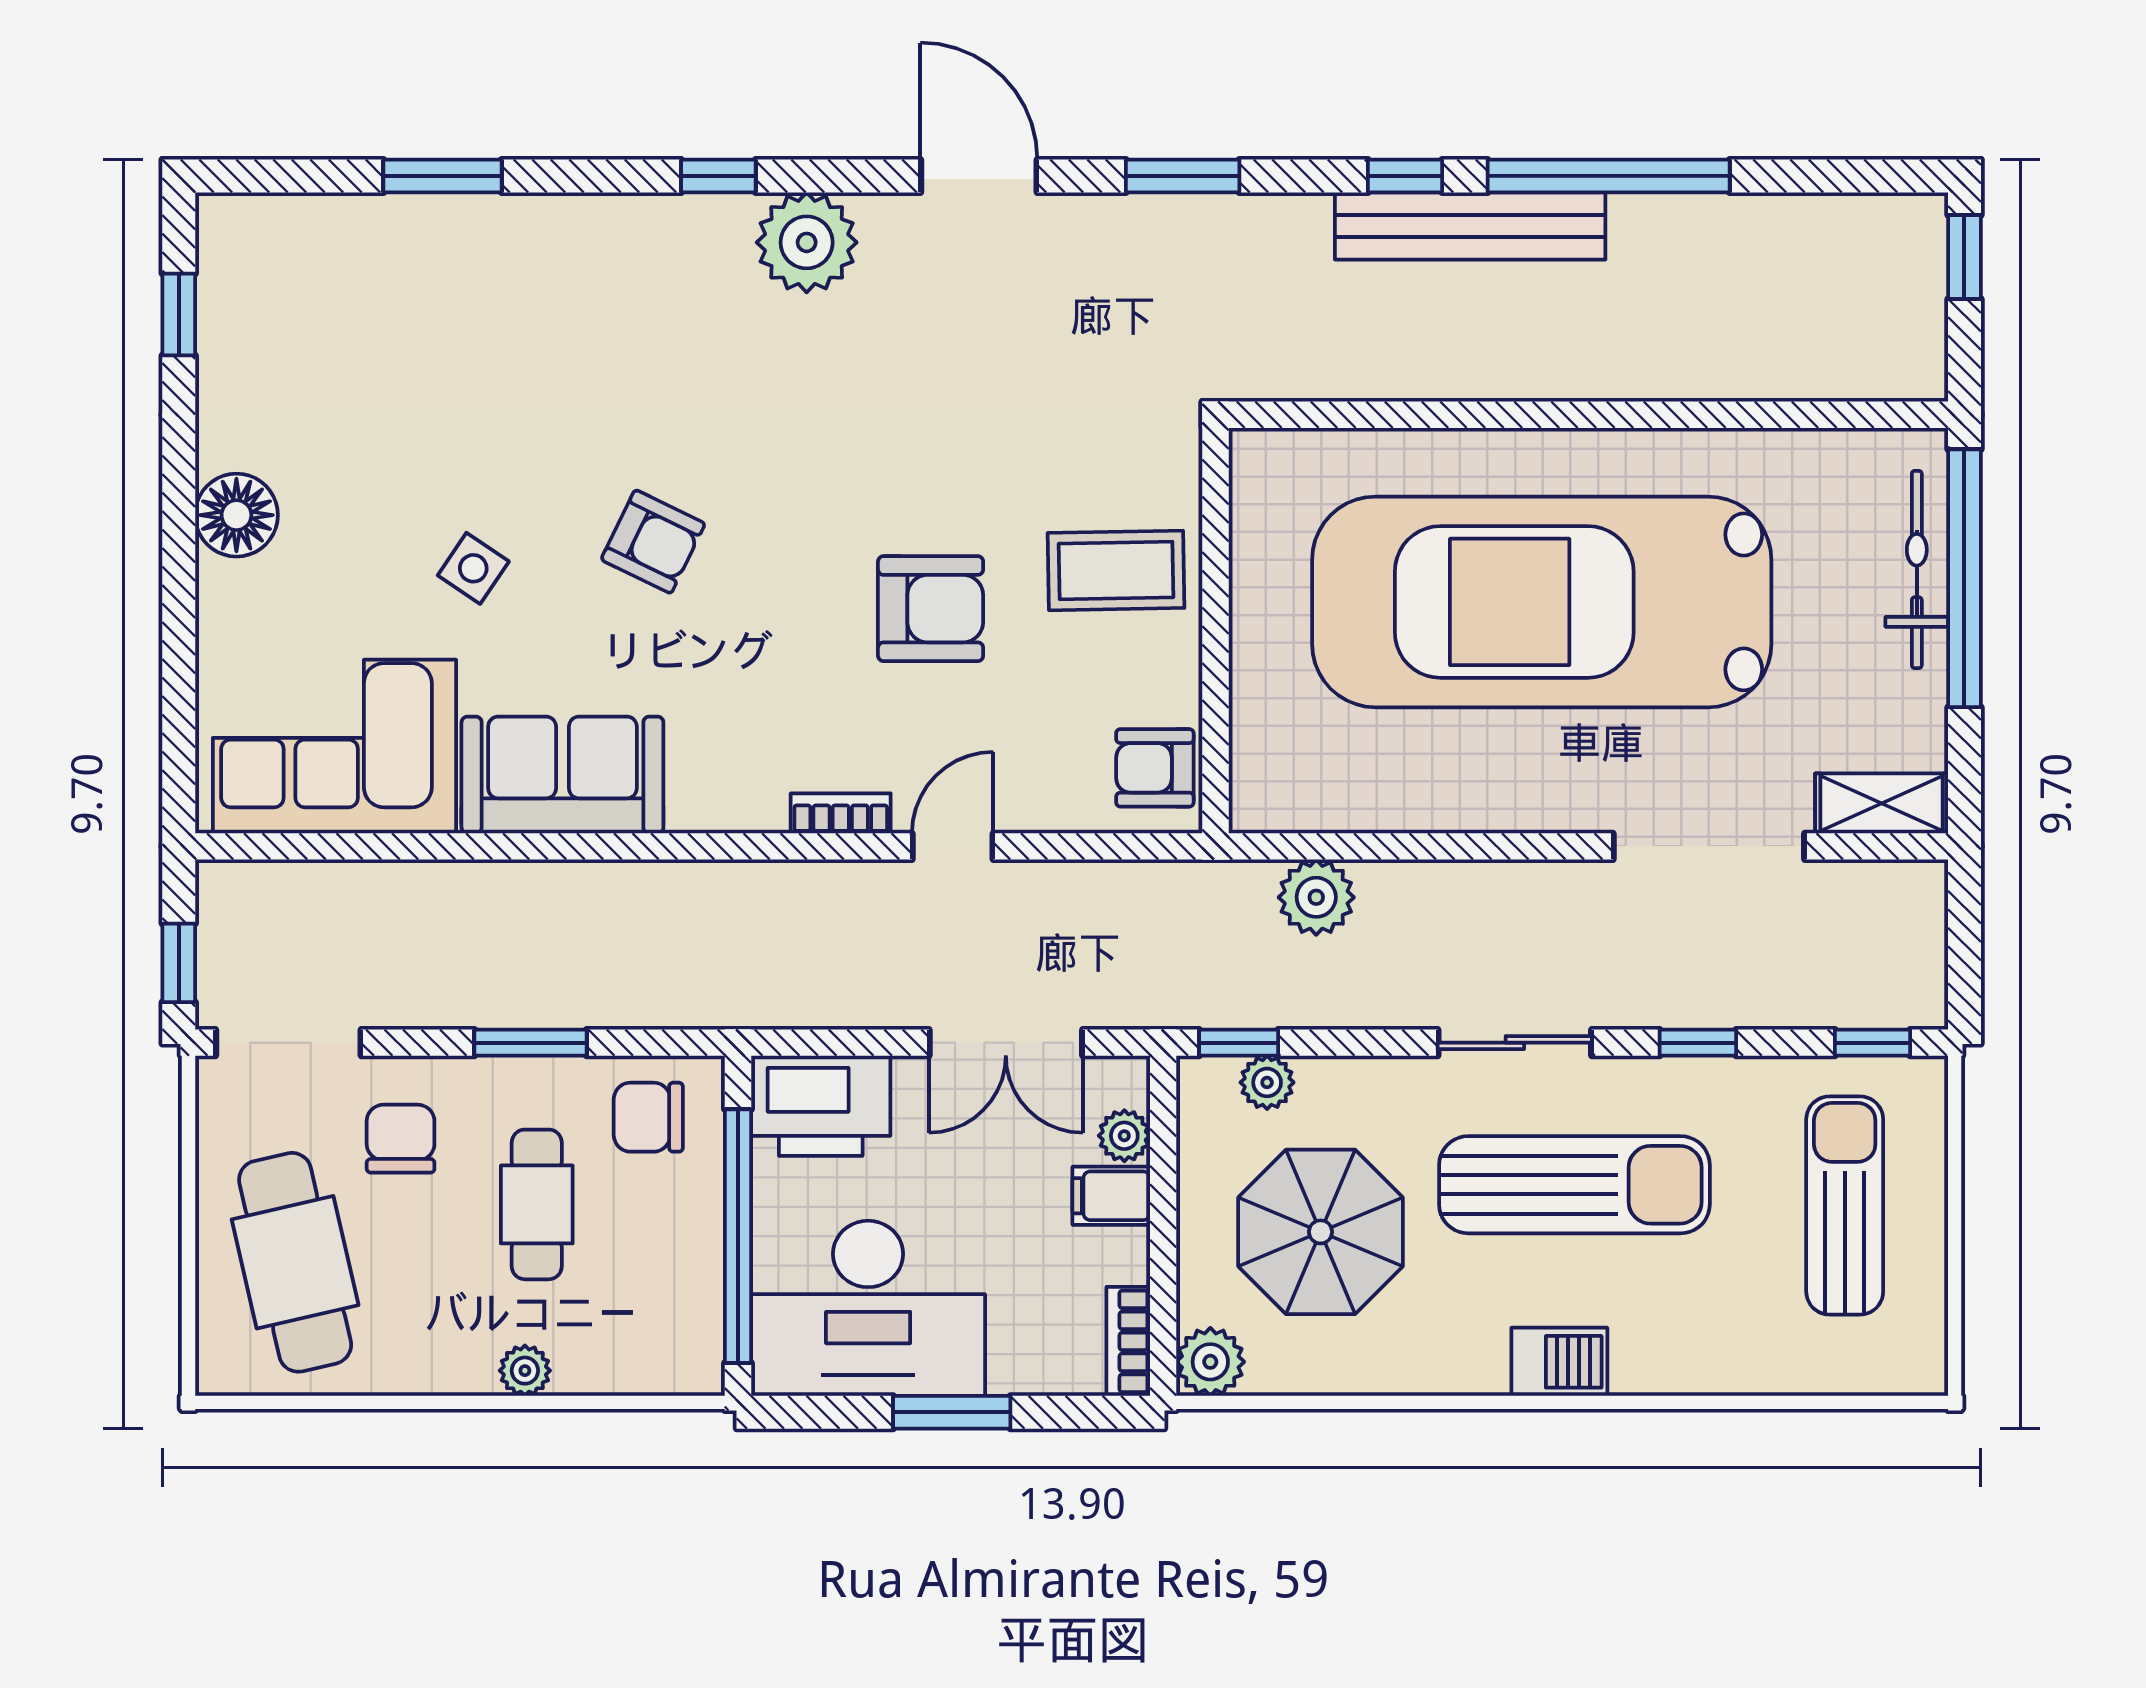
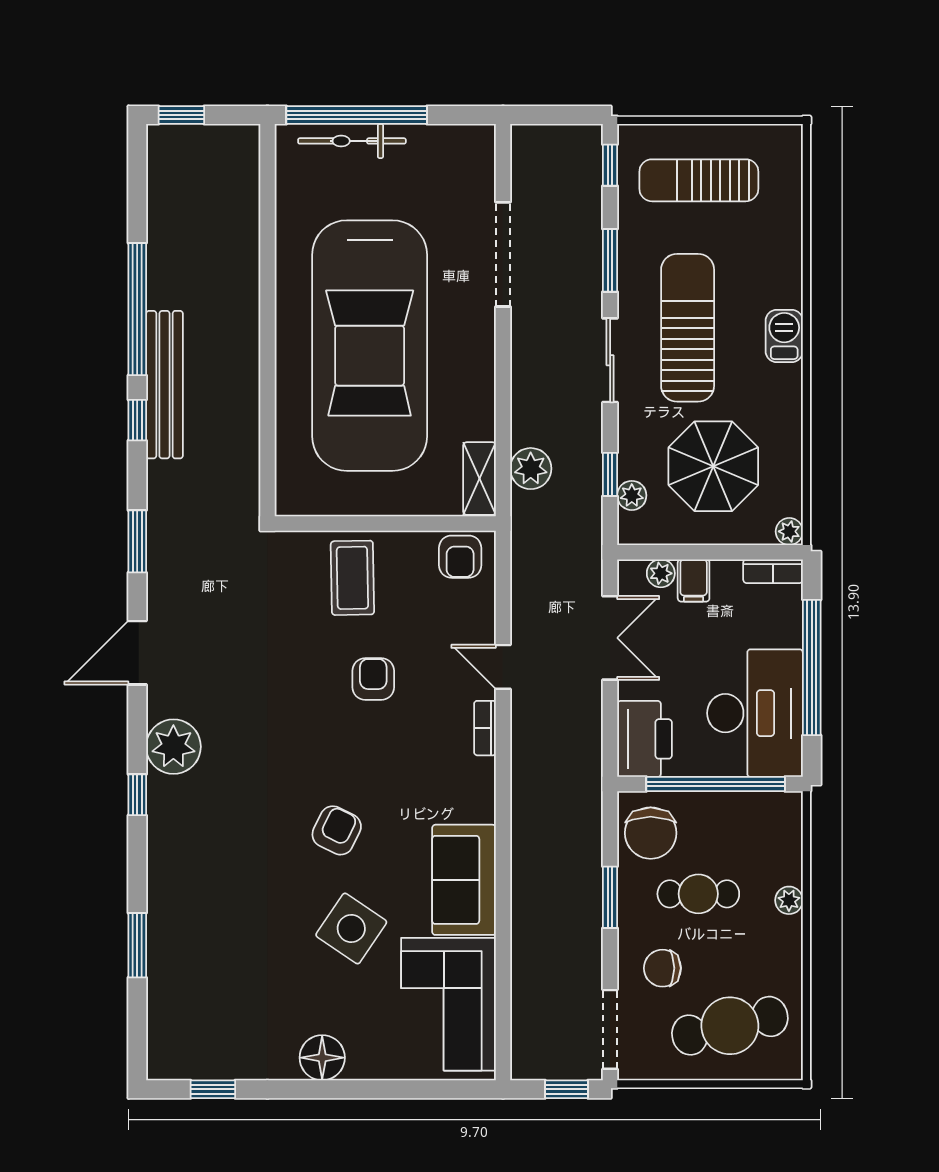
side table: (473, 568) -> (351, 928), width x1.87, depth x1.87
armchair: (931, 609) -> (373, 679), width x0.72, depth x0.72
shelving: (1882, 803) -> (480, 479), moved
window: (1239, 1043) -> (610, 474), moved
window: (1698, 1043) -> (610, 260), width x1.50
chair: (648, 1117) -> (651, 833), width x1.37, depth x1.37
plant: (1210, 1362) -> (789, 531), width x0.73, depth x0.73
window: (952, 1412) -> (812, 667), width x2.11

